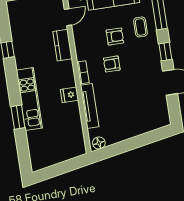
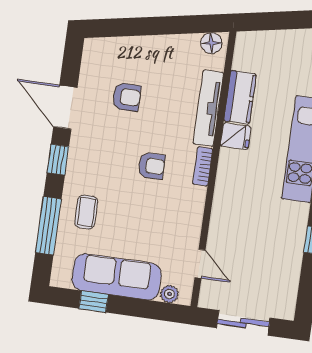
door: (68, 17) -> (200, 264), swing flipped
armchair: (115, 37) -> (127, 97), moved, turned 180
kitchen counter: (63, 45) -> (240, 97), moved

